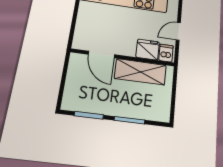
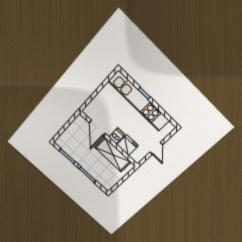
door: (178, 31) -> (156, 148), swing flipped
dishwasher: (166, 53) -> (117, 136), moved

